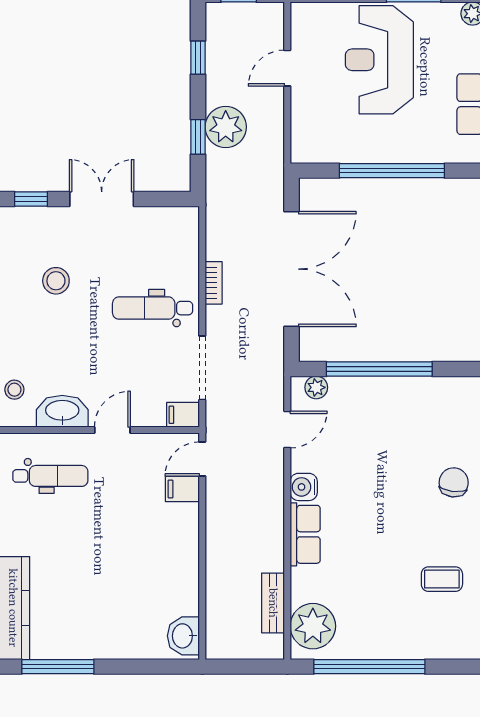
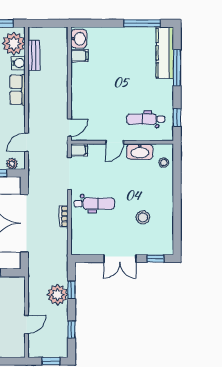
water cooler: (304, 487) -> (18, 63), moved
filing cabinet: (182, 489) -> (79, 56), moved

